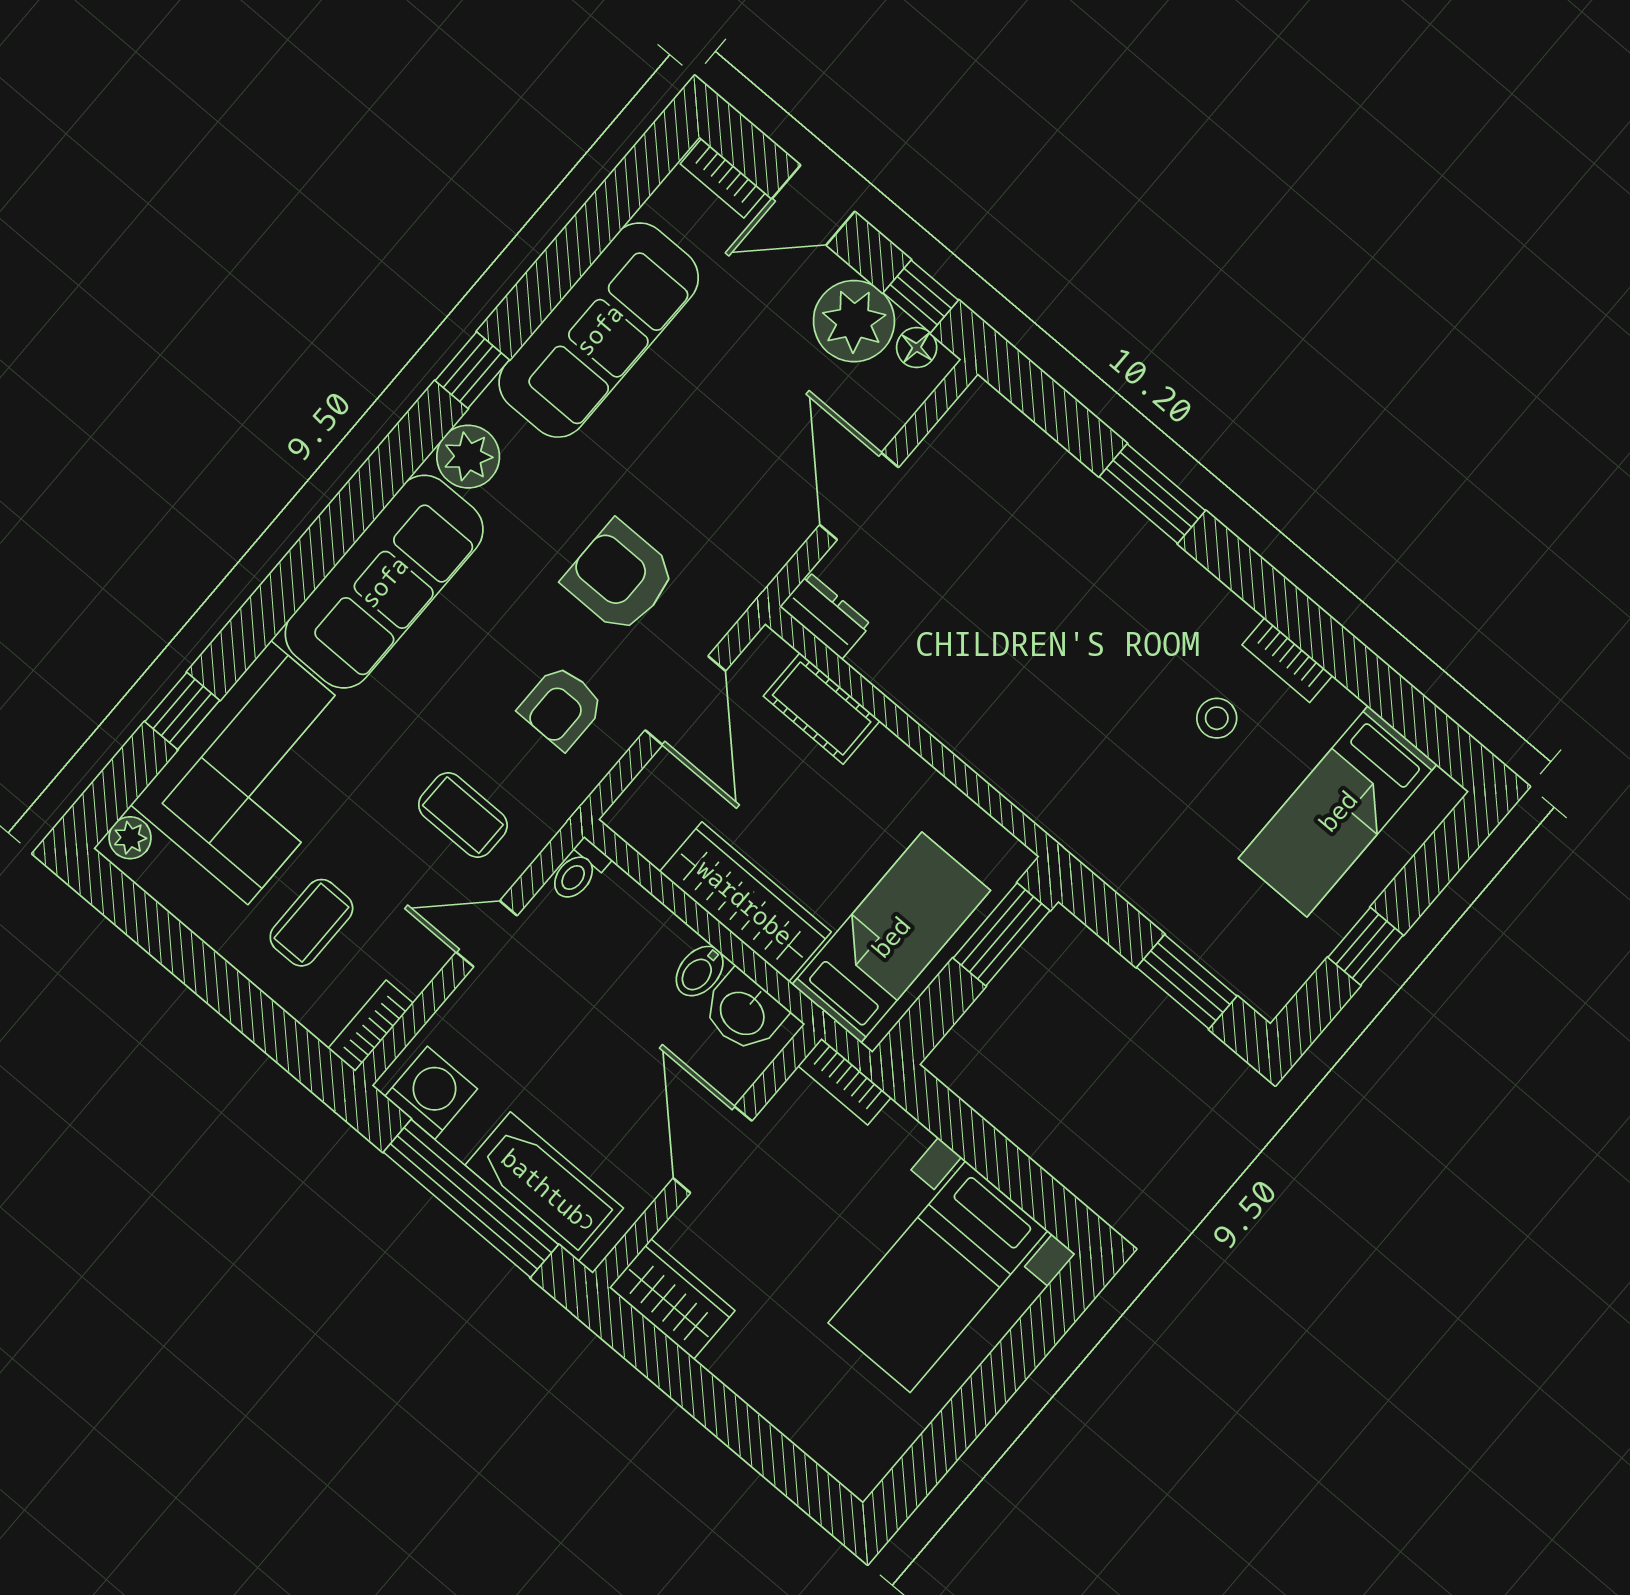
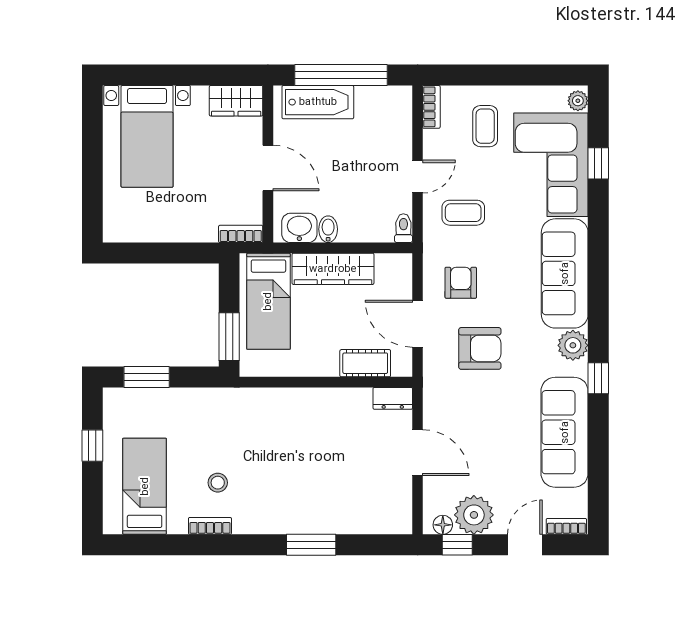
washing machine: (431, 1093) -> (388, 101), removed
bed with nightstands: (938, 1277) -> (147, 136), moved, turned 180

